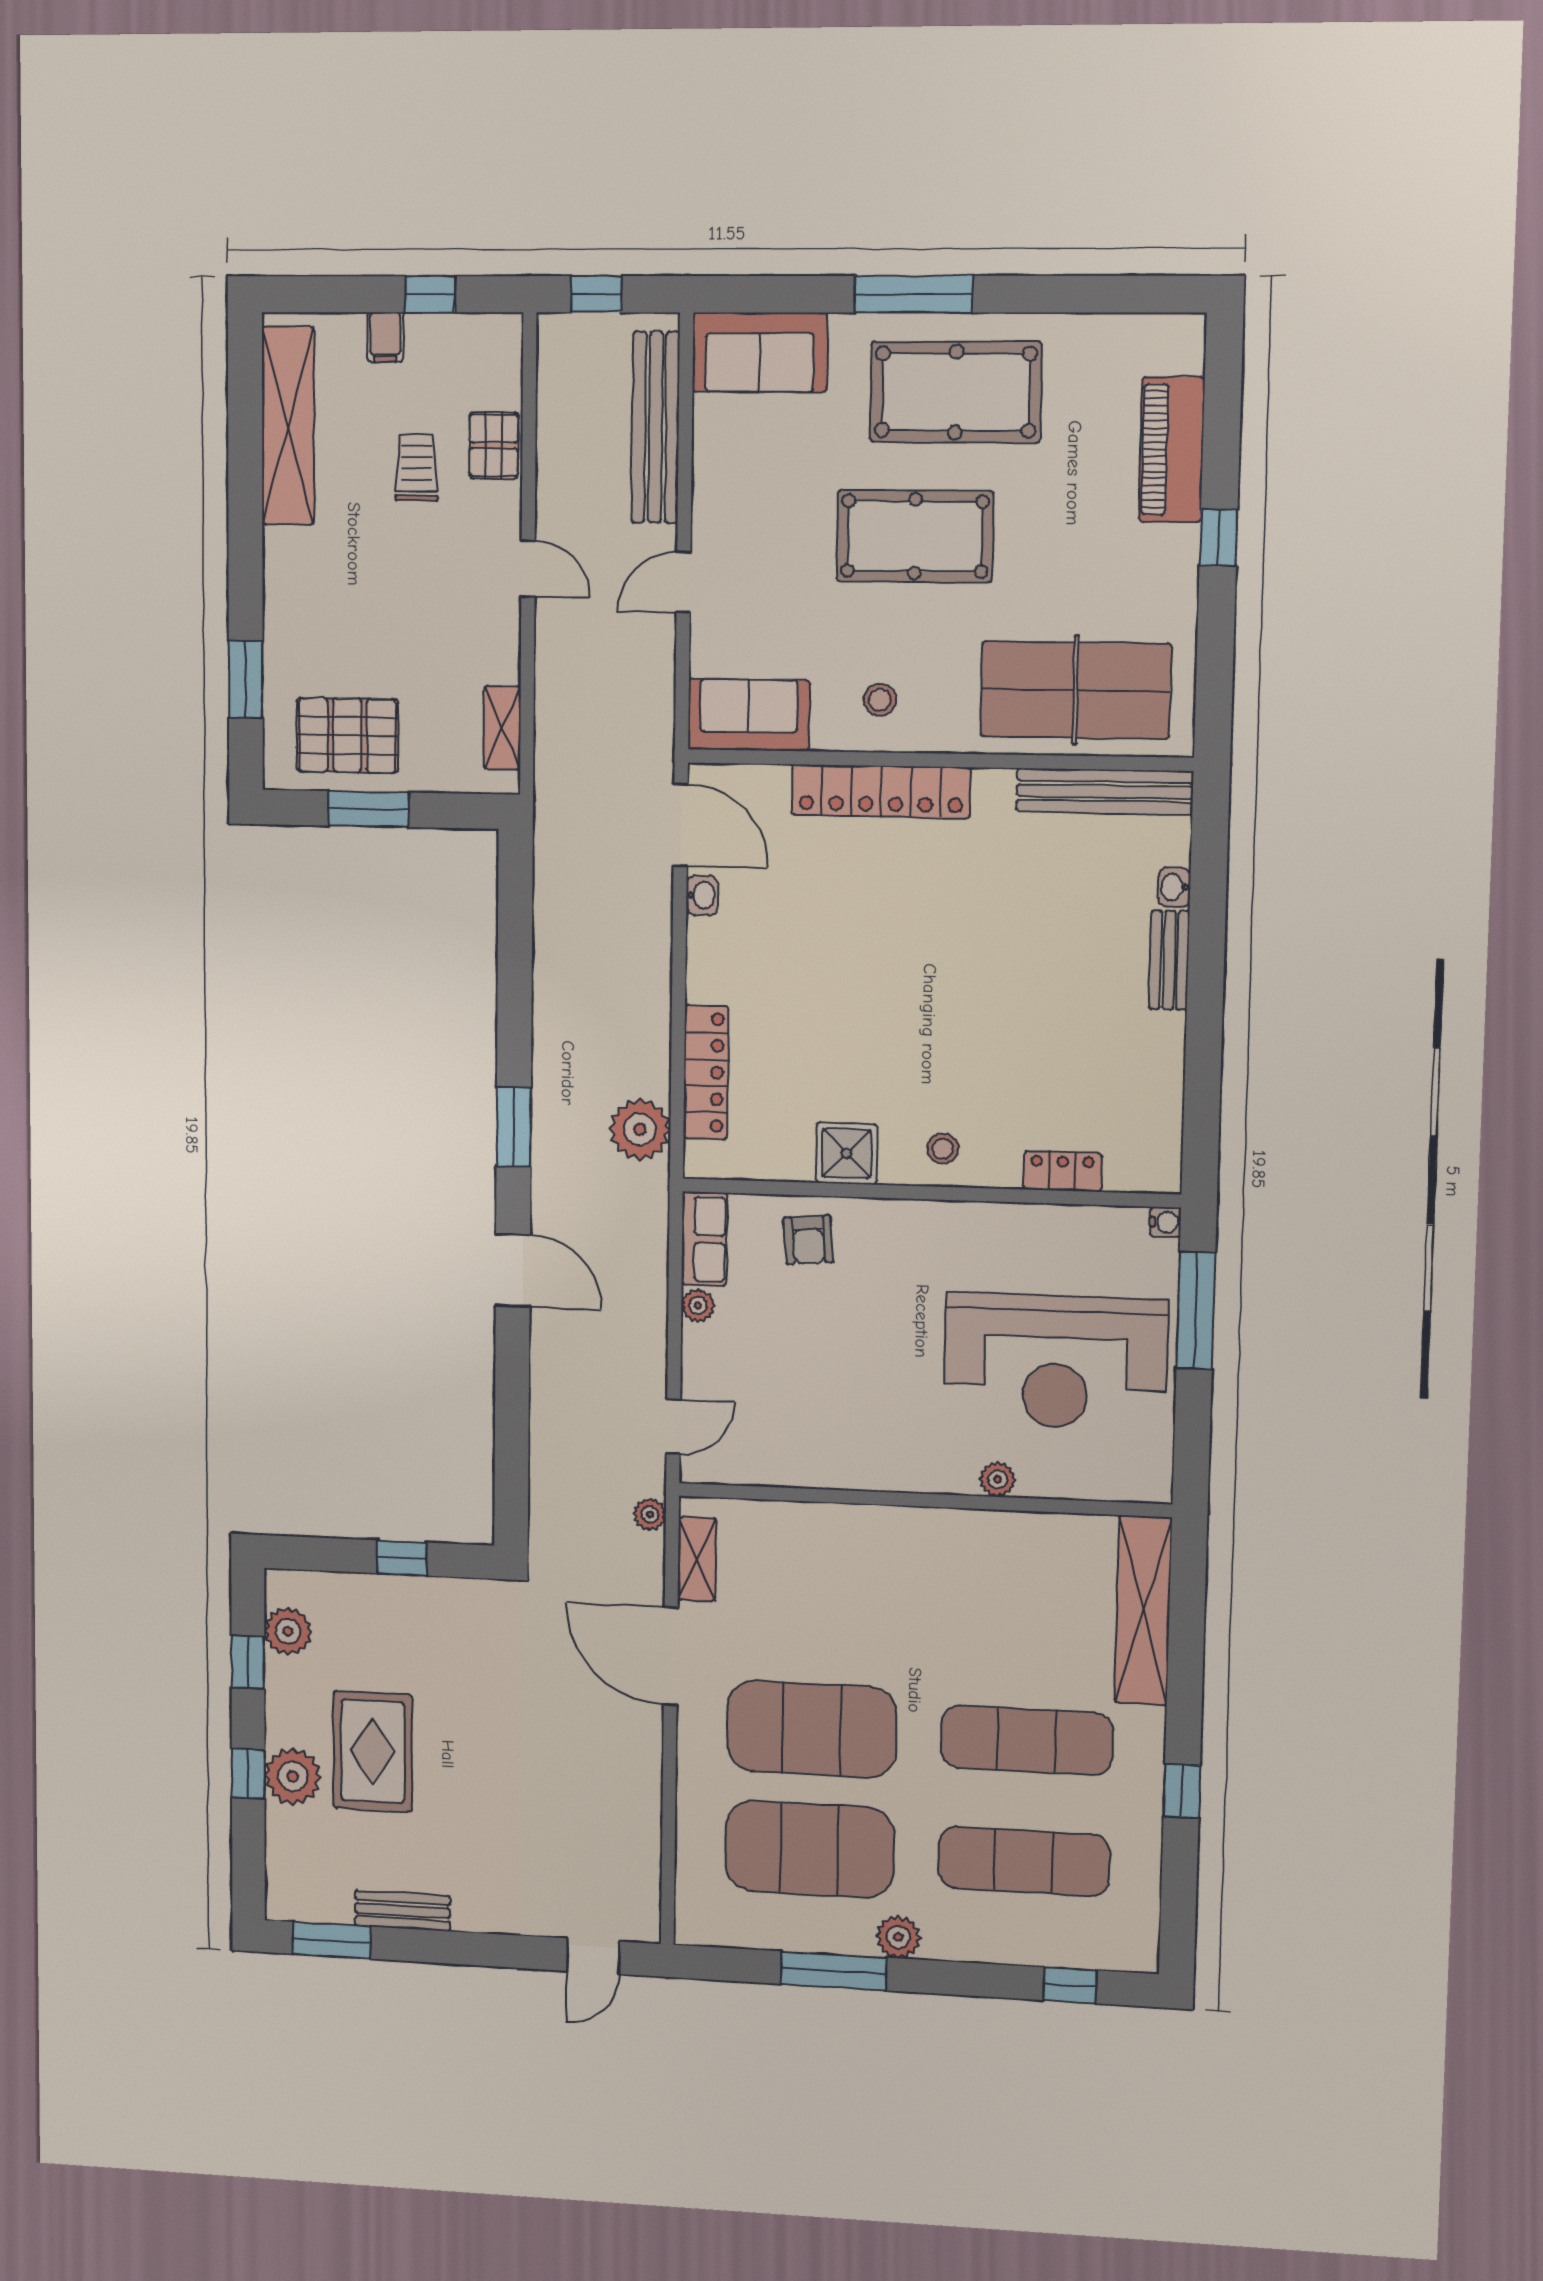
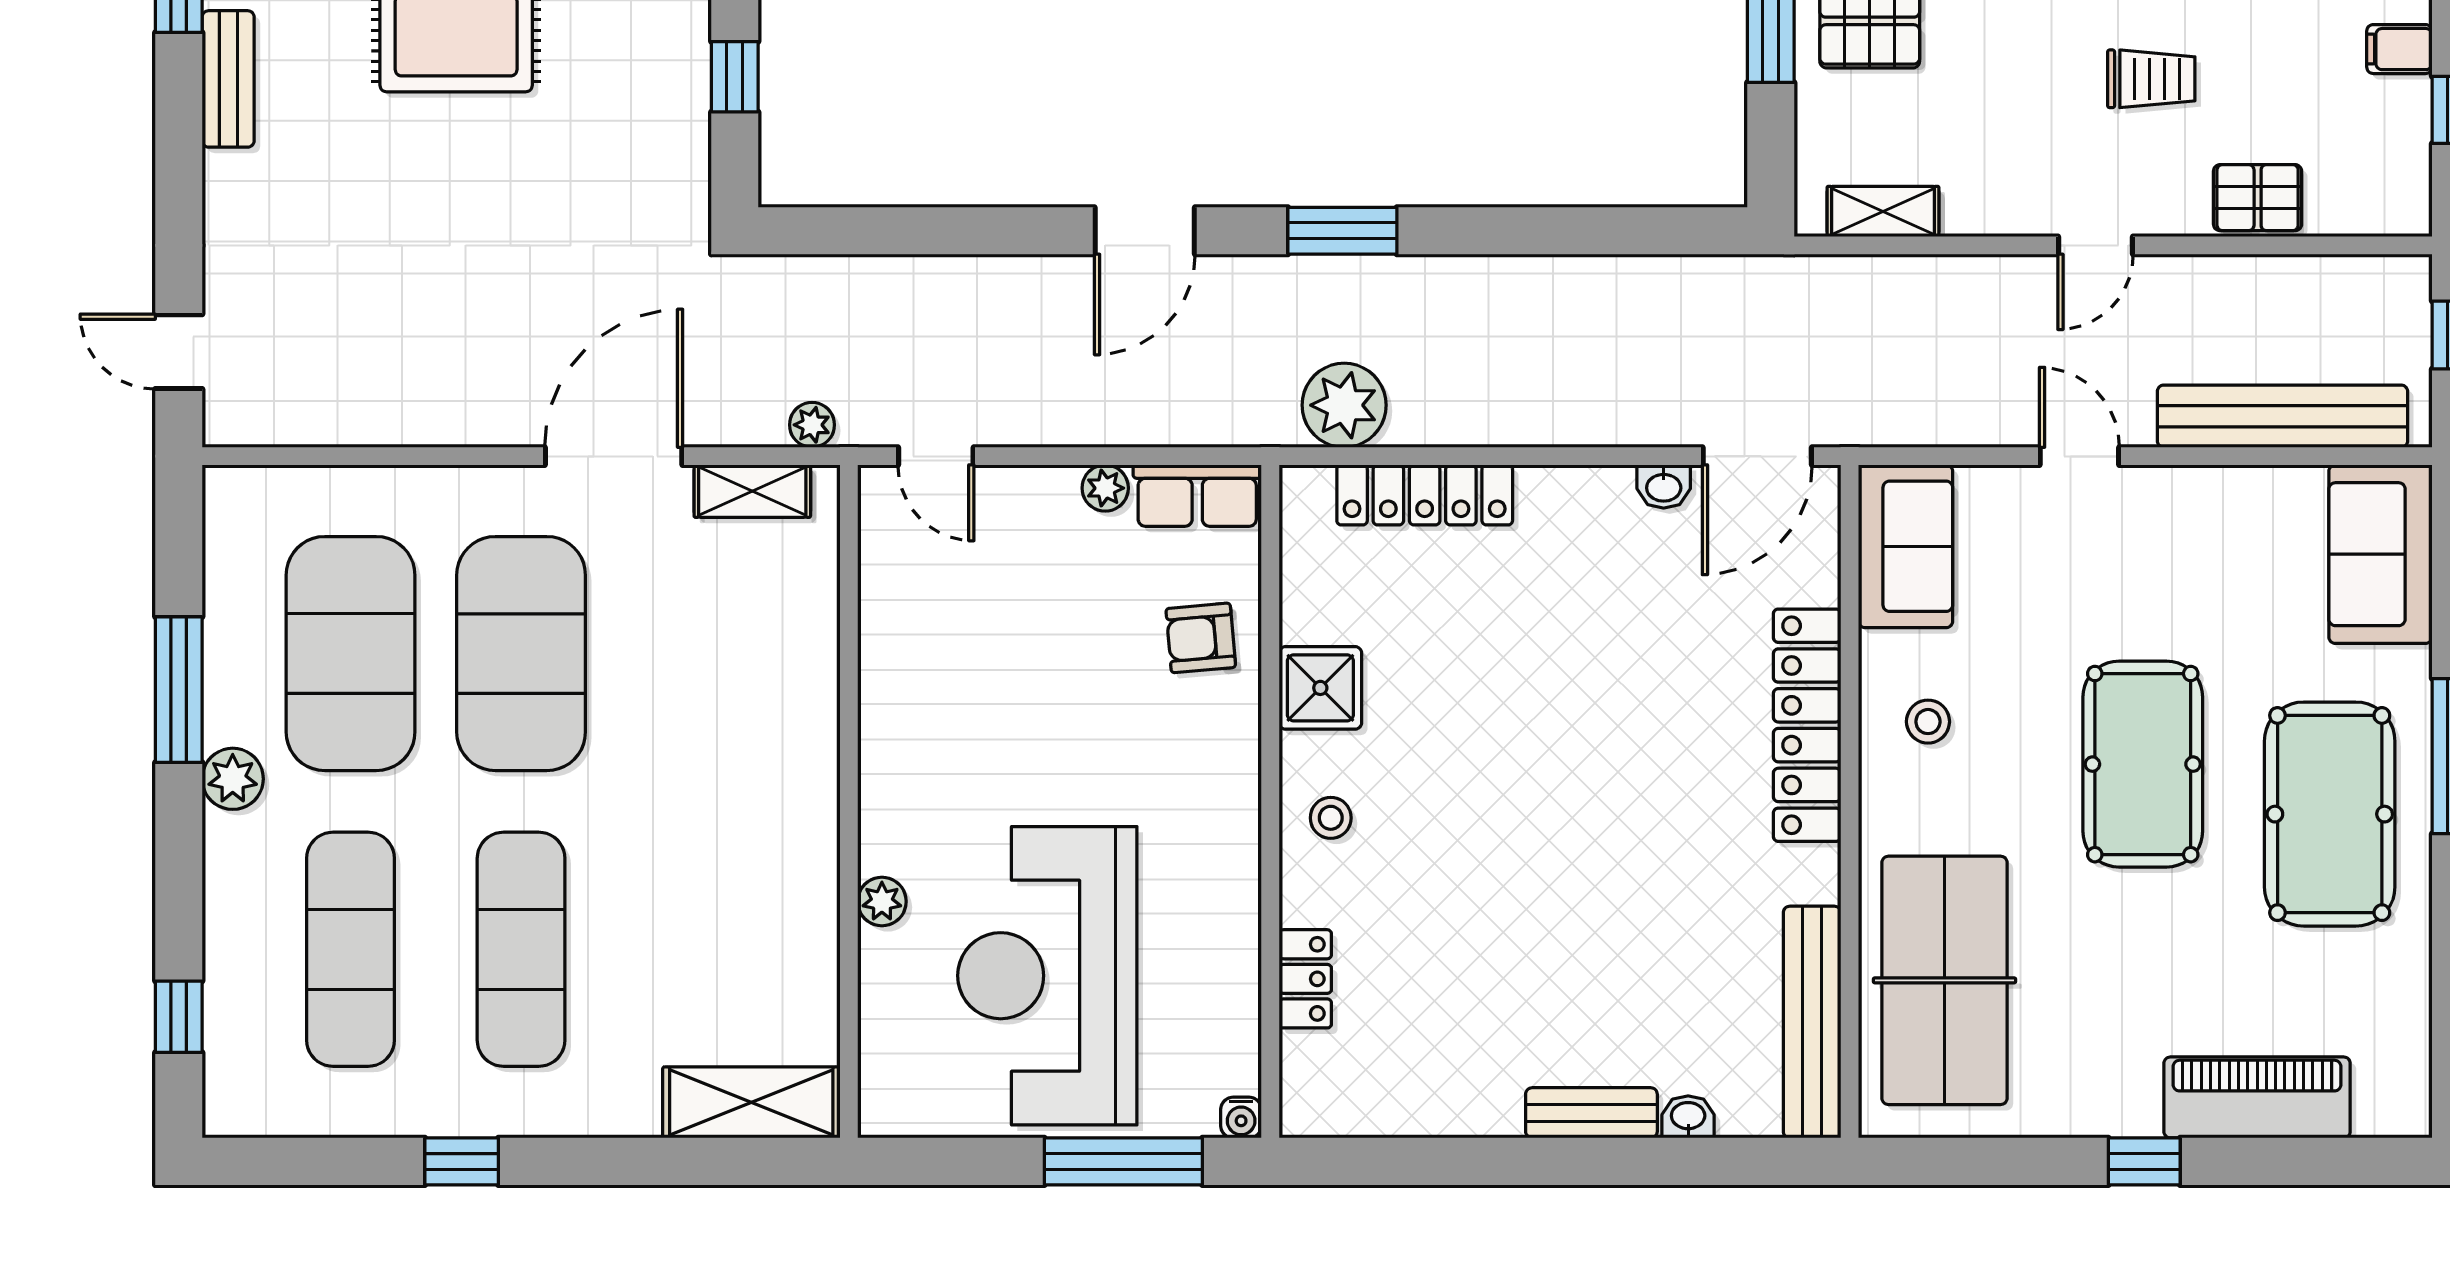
trolley: (416, 468) -> (2151, 79), moved
shelving: (1143, 1610) -> (751, 1102), width x0.68

